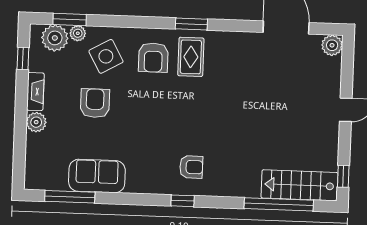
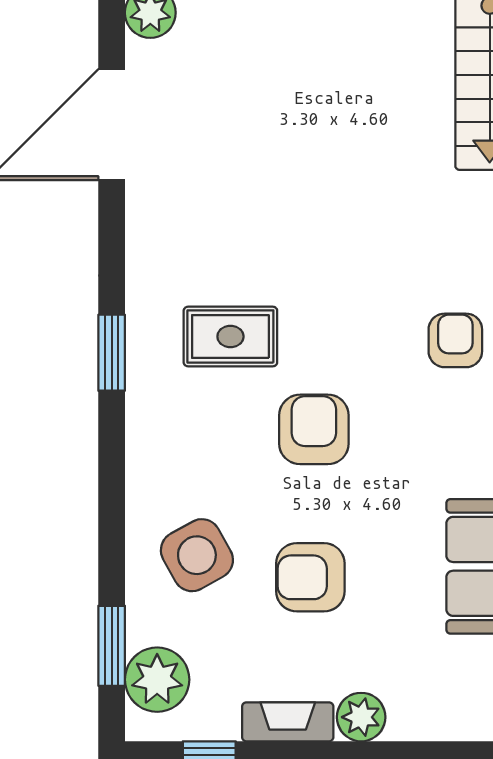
plant: (78, 33) -> (144, 625), removed
rug: (191, 57) -> (230, 337), moved
armchair: (153, 58) -> (314, 429), moved, turned -90

